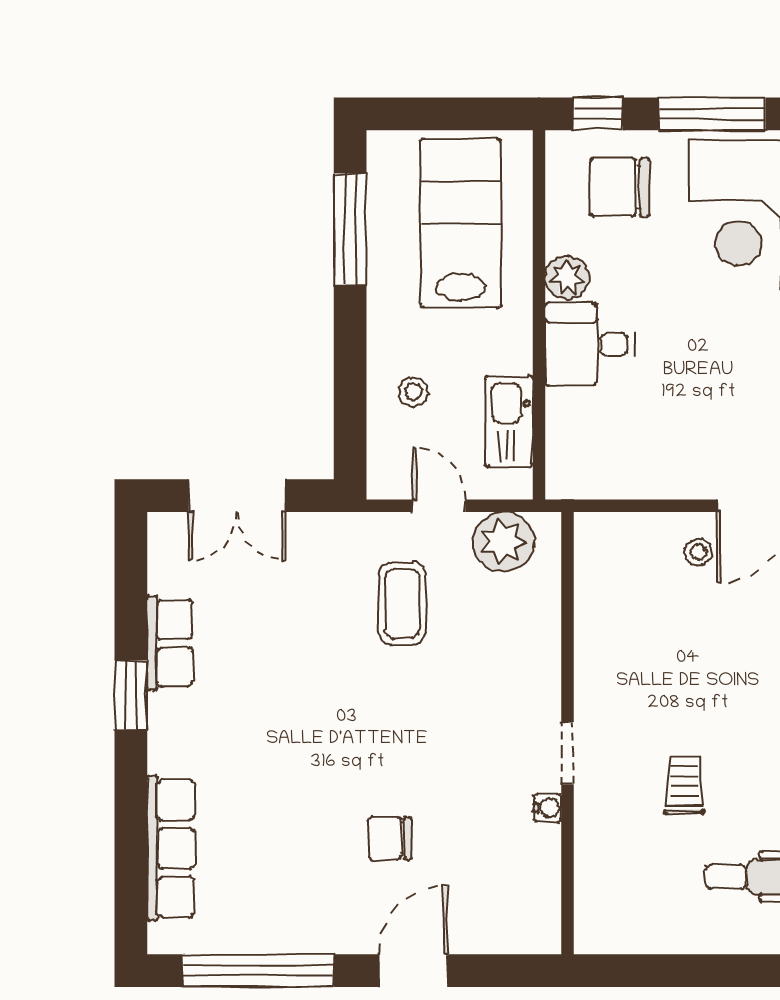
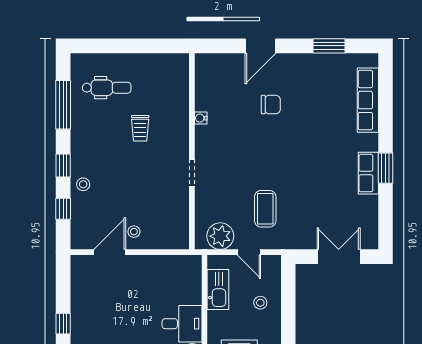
row of seats: (170, 643) -> (368, 173), moved
doorway: (567, 753) -> (192, 173), moved
window: (258, 971) -> (329, 46), width x0.47

